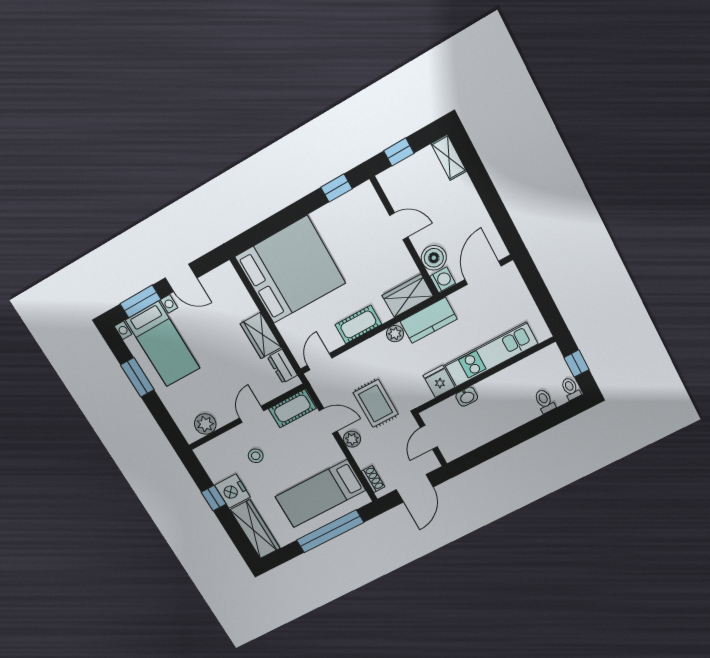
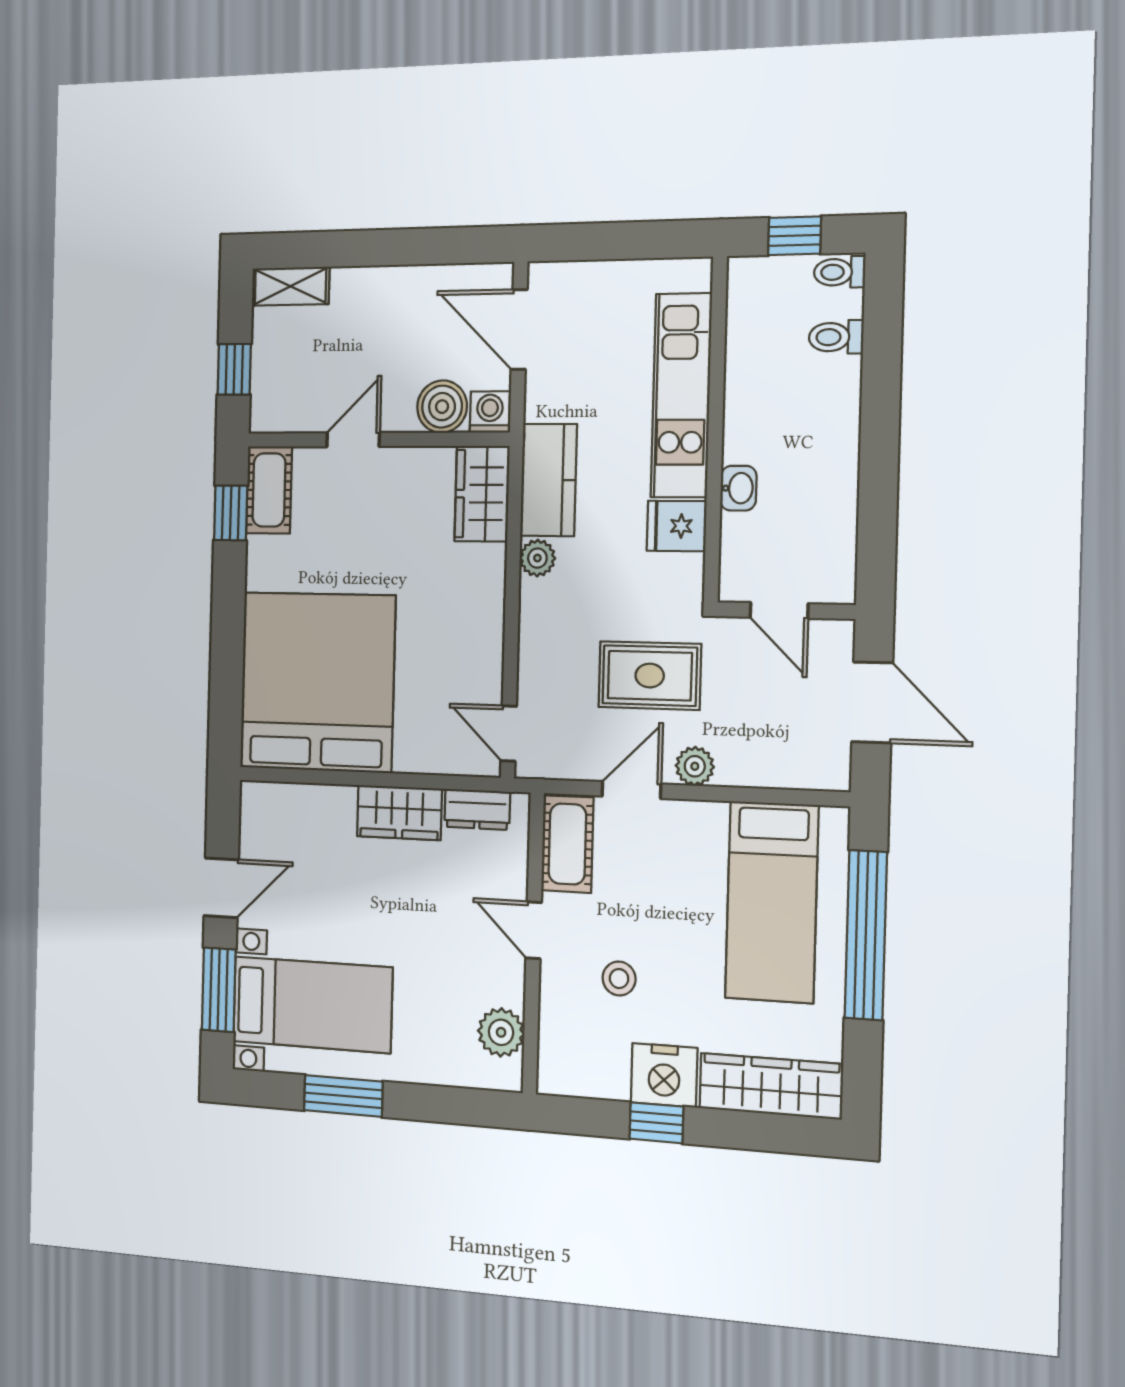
cot: (358, 324) -> (269, 490), moved
shoe rack: (373, 479) -> (802, 775), removed

